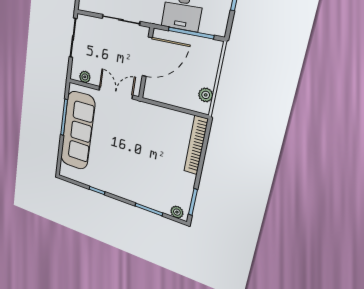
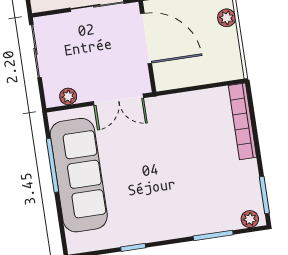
door: (147, 57) -> (146, 38), hinge flipped
double door: (116, 93) -> (118, 100), swing flipped
plant: (206, 95) -> (227, 18), moved

